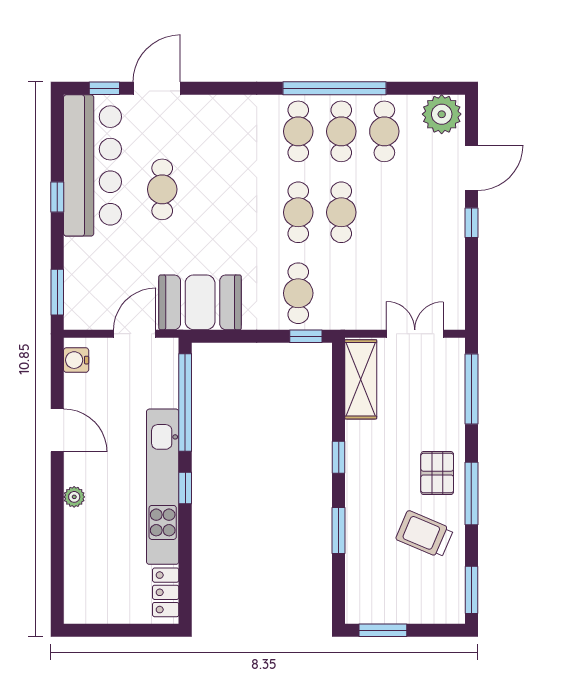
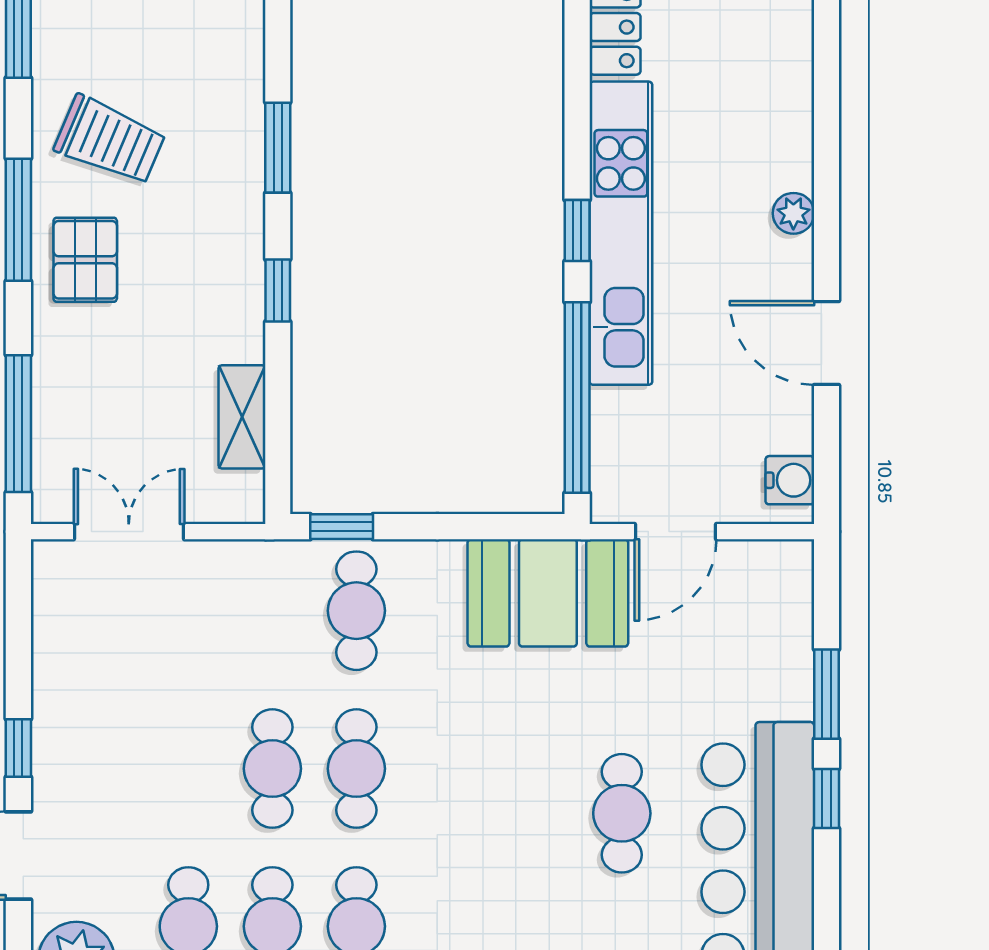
window: (57, 292) -> (826, 694), moved
double door: (415, 334) -> (129, 532), swing flipped
shelving: (361, 379) -> (242, 417), width x0.67, depth x0.75

